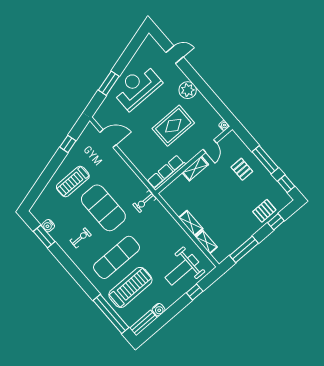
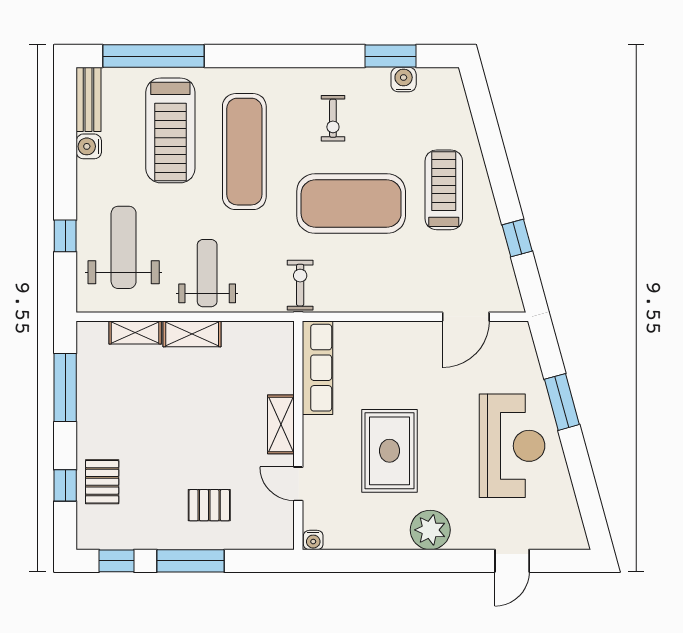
weight bench: (167, 235) -> (207, 273), added

